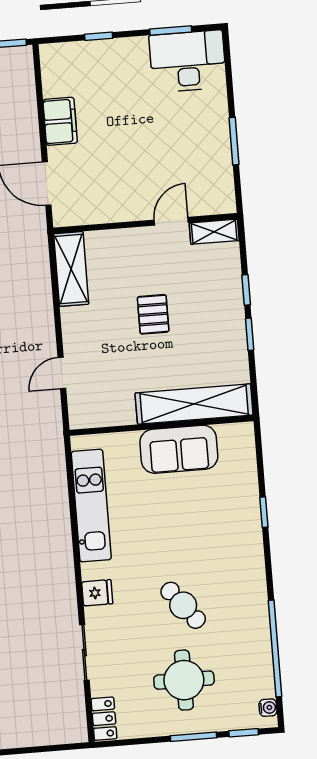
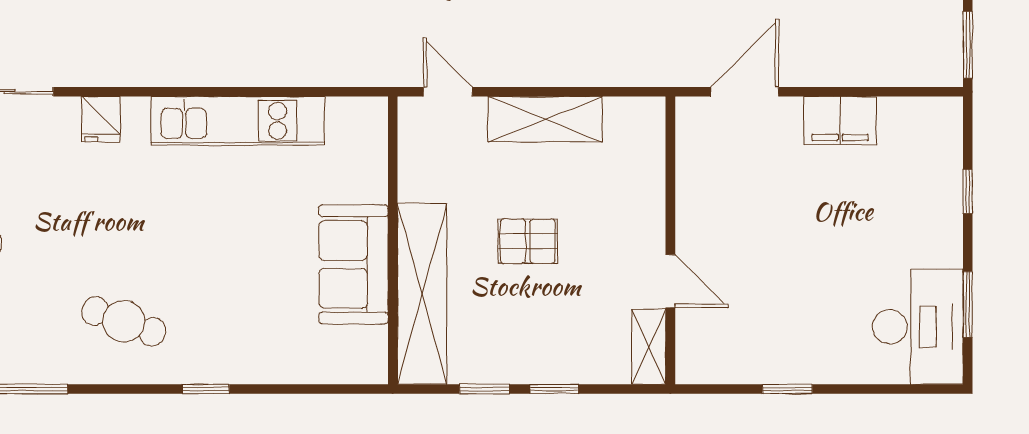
window: (234, 141) -> (787, 389), width x0.67
shelving: (71, 269) -> (545, 119), moved
shelving: (194, 404) -> (422, 294), moved
wall: (162, 425) -> (393, 240), moved
sofa: (179, 449) -> (353, 264), moved
cafe table: (183, 605) -> (124, 321), moved, turned 58

